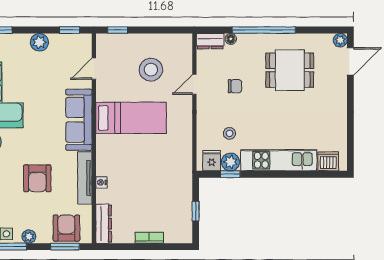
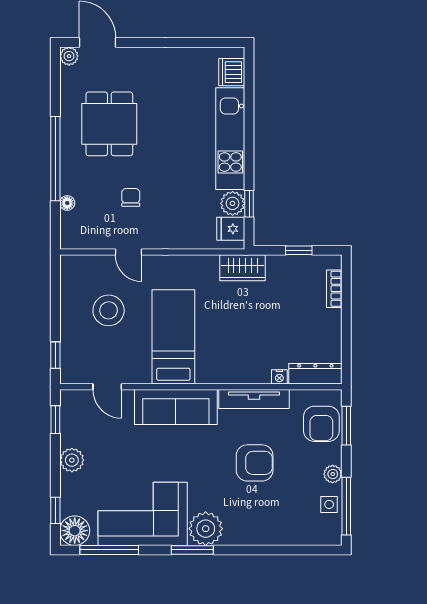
dresser: (210, 41) -> (70, 231), removed
stool: (230, 133) -> (194, 205), removed
wardrobe: (183, 169) -> (243, 268), added
nightstand: (101, 182) -> (279, 377), moved
armchair: (66, 228) -> (321, 424), turned -90
bookcase: (149, 238) -> (334, 289), moved

